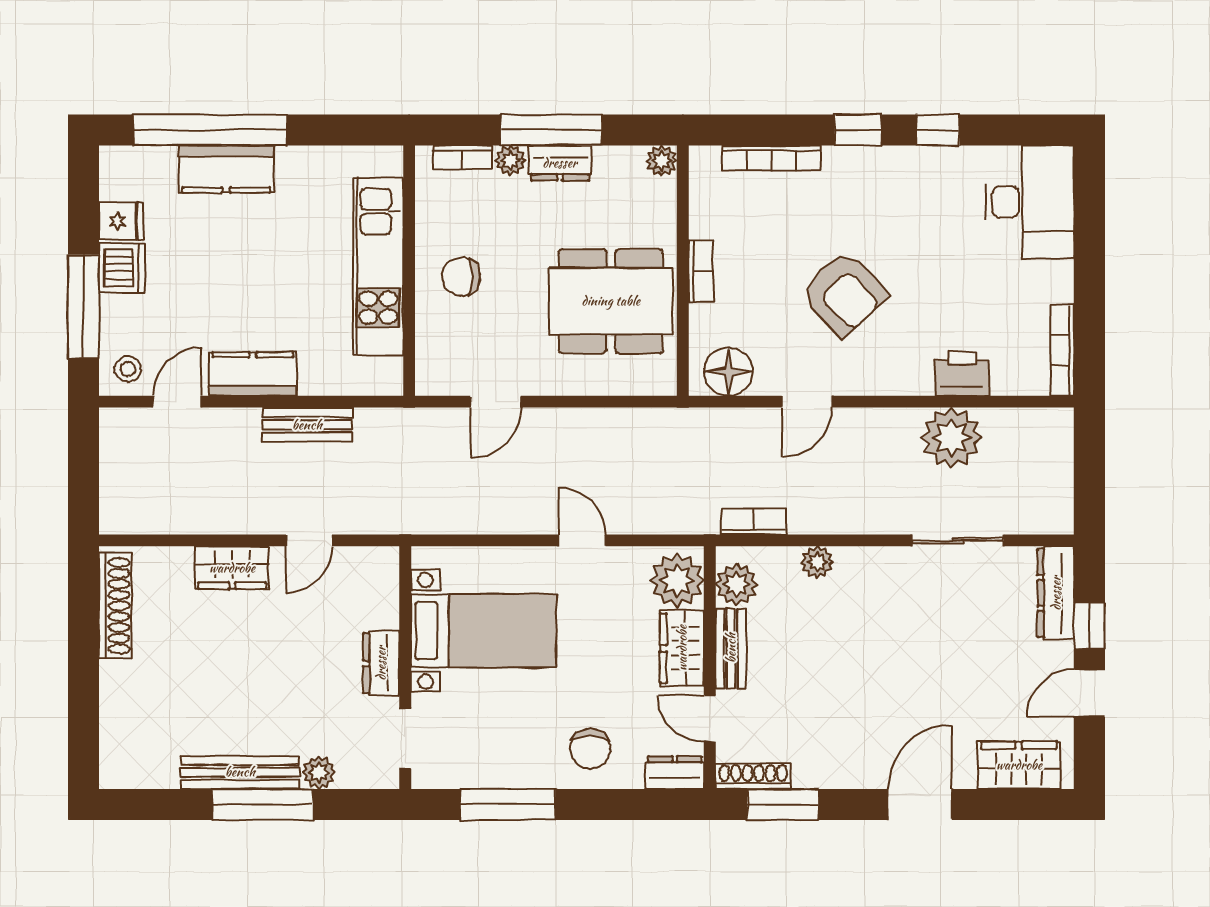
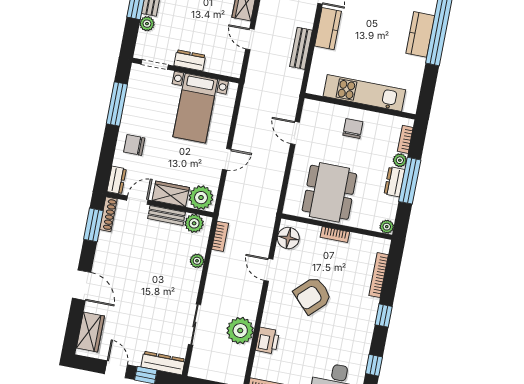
window: (938, 130) -> (374, 365), moved

